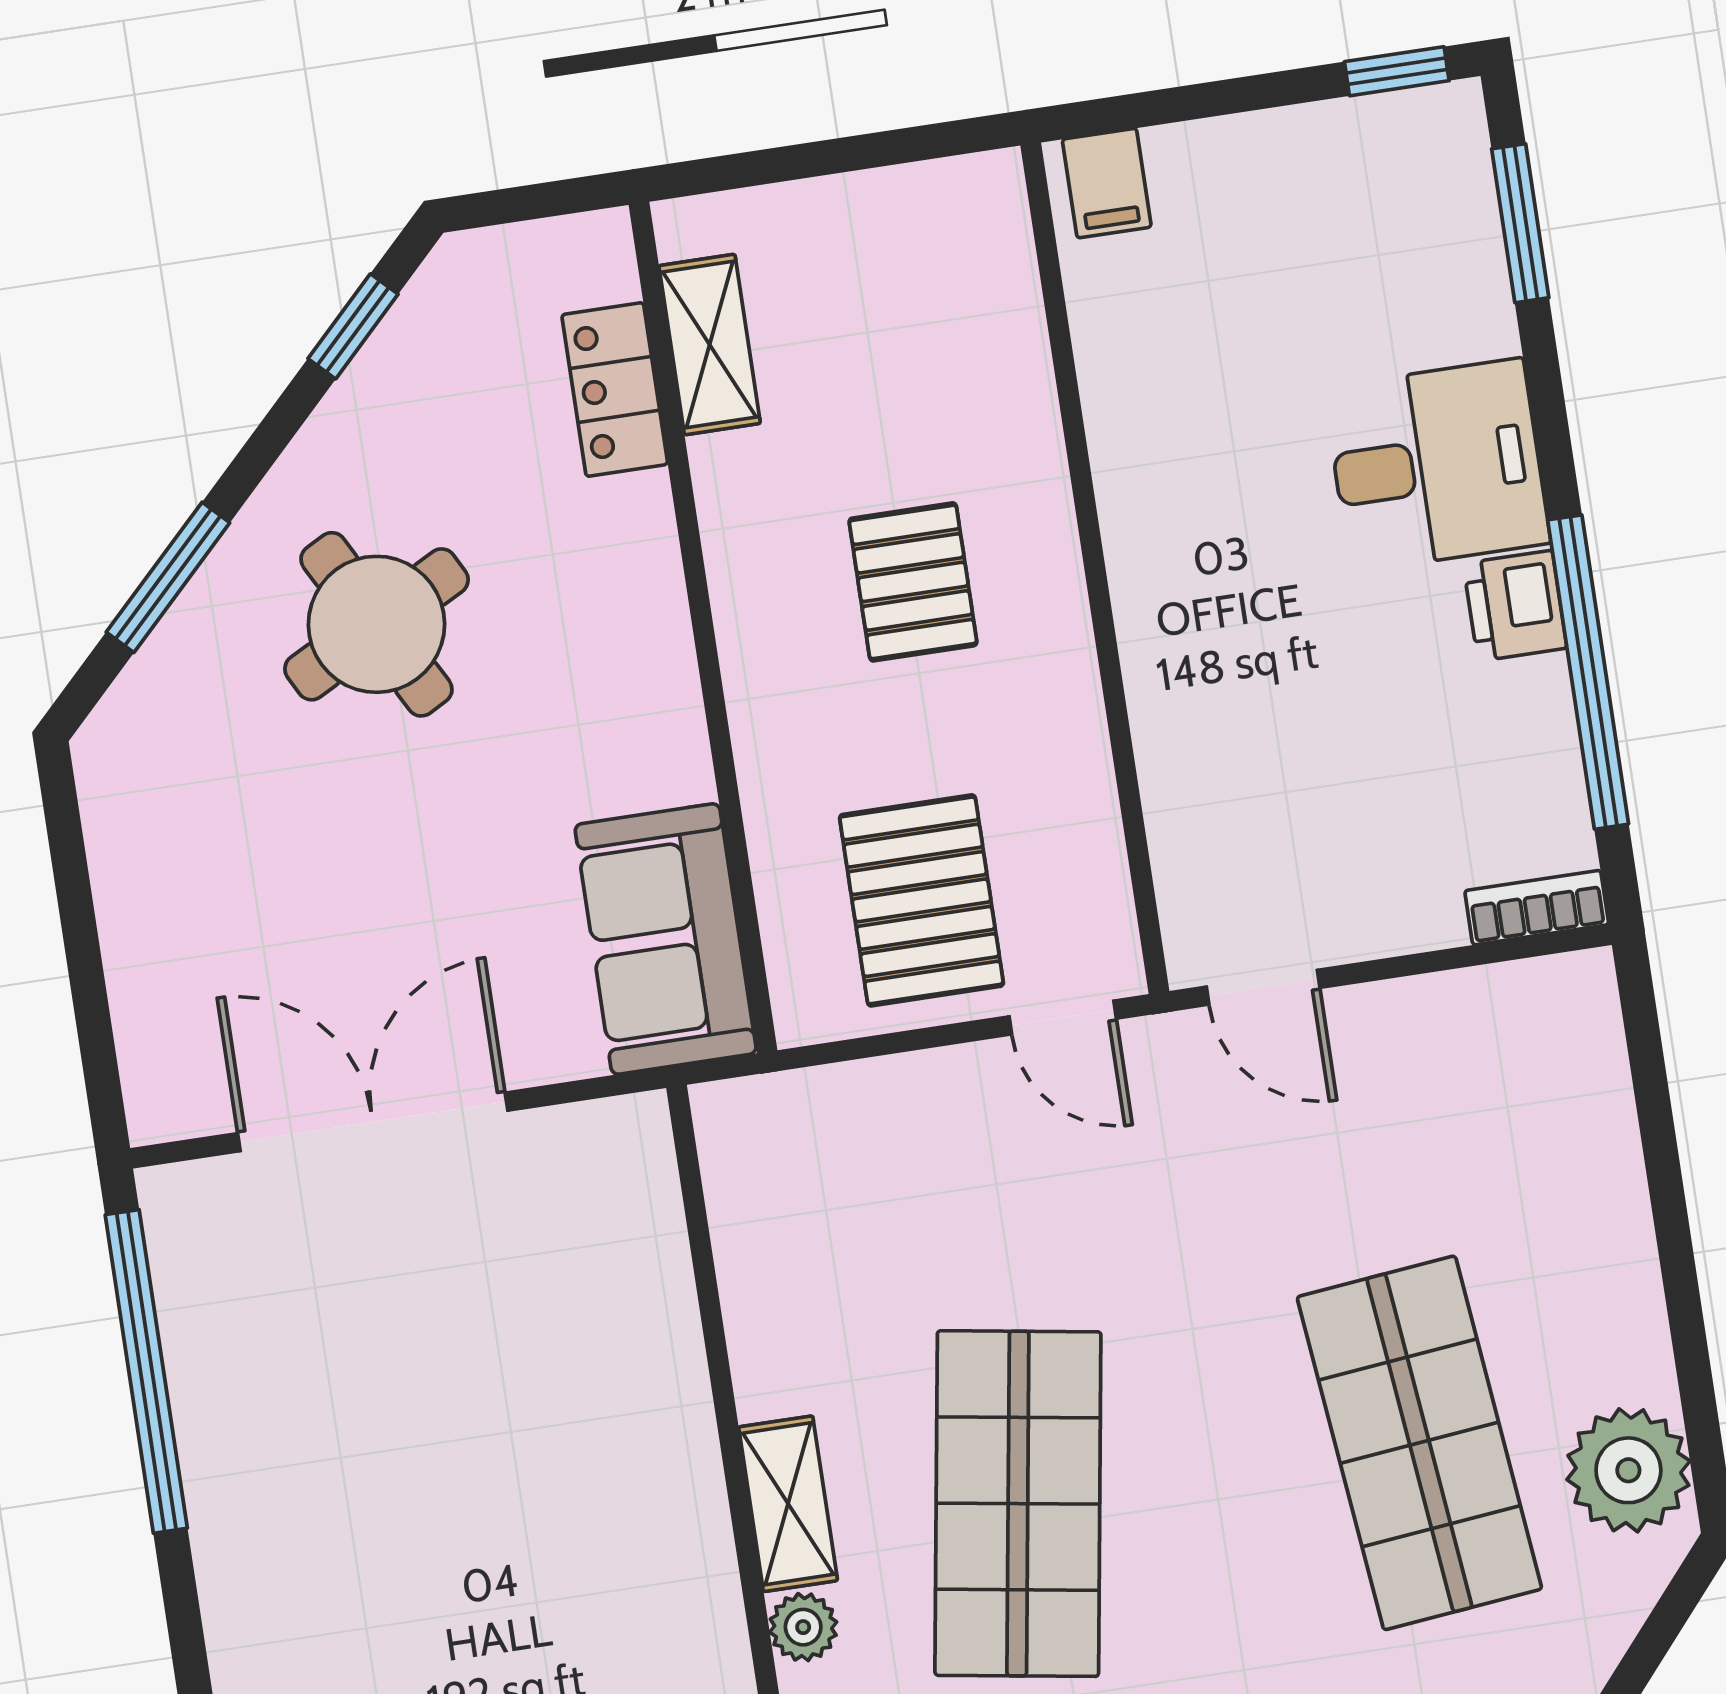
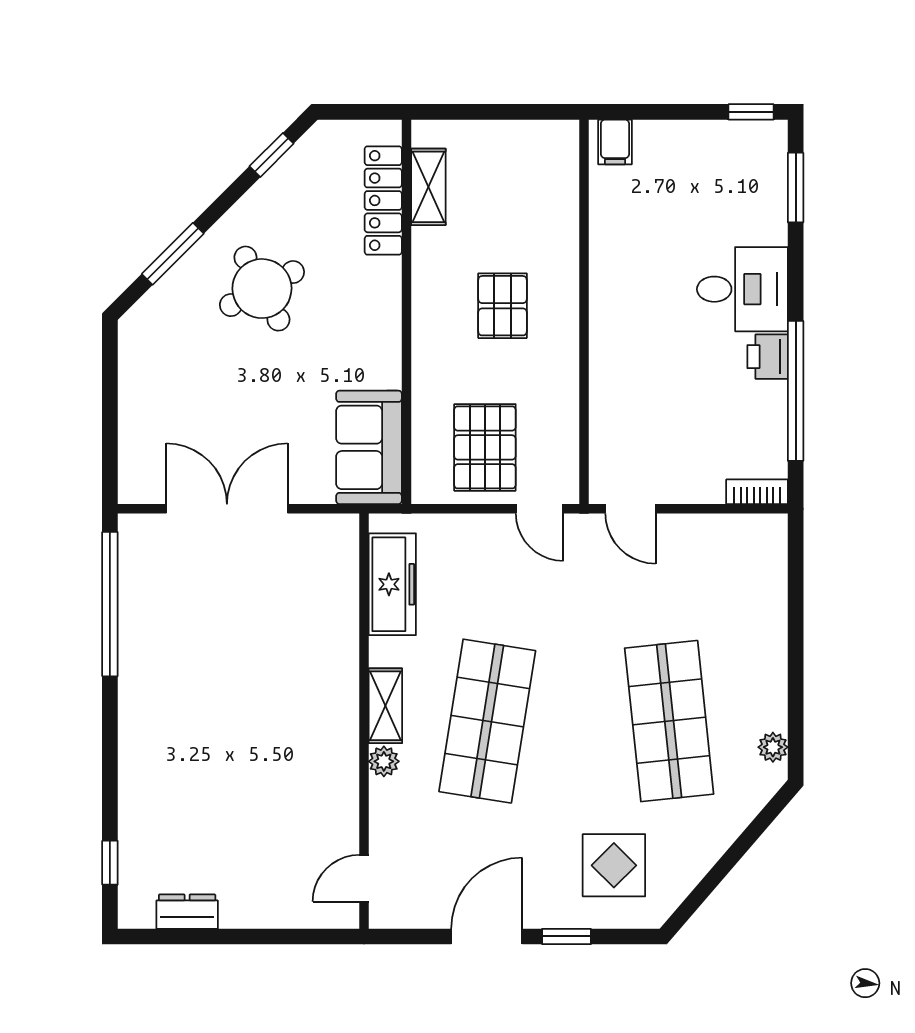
locker: (615, 389) -> (383, 200), width x1.53
freezer: (763, 1233) -> (392, 584), added
plant: (1628, 1470) -> (773, 747), width x0.53, depth x0.53

